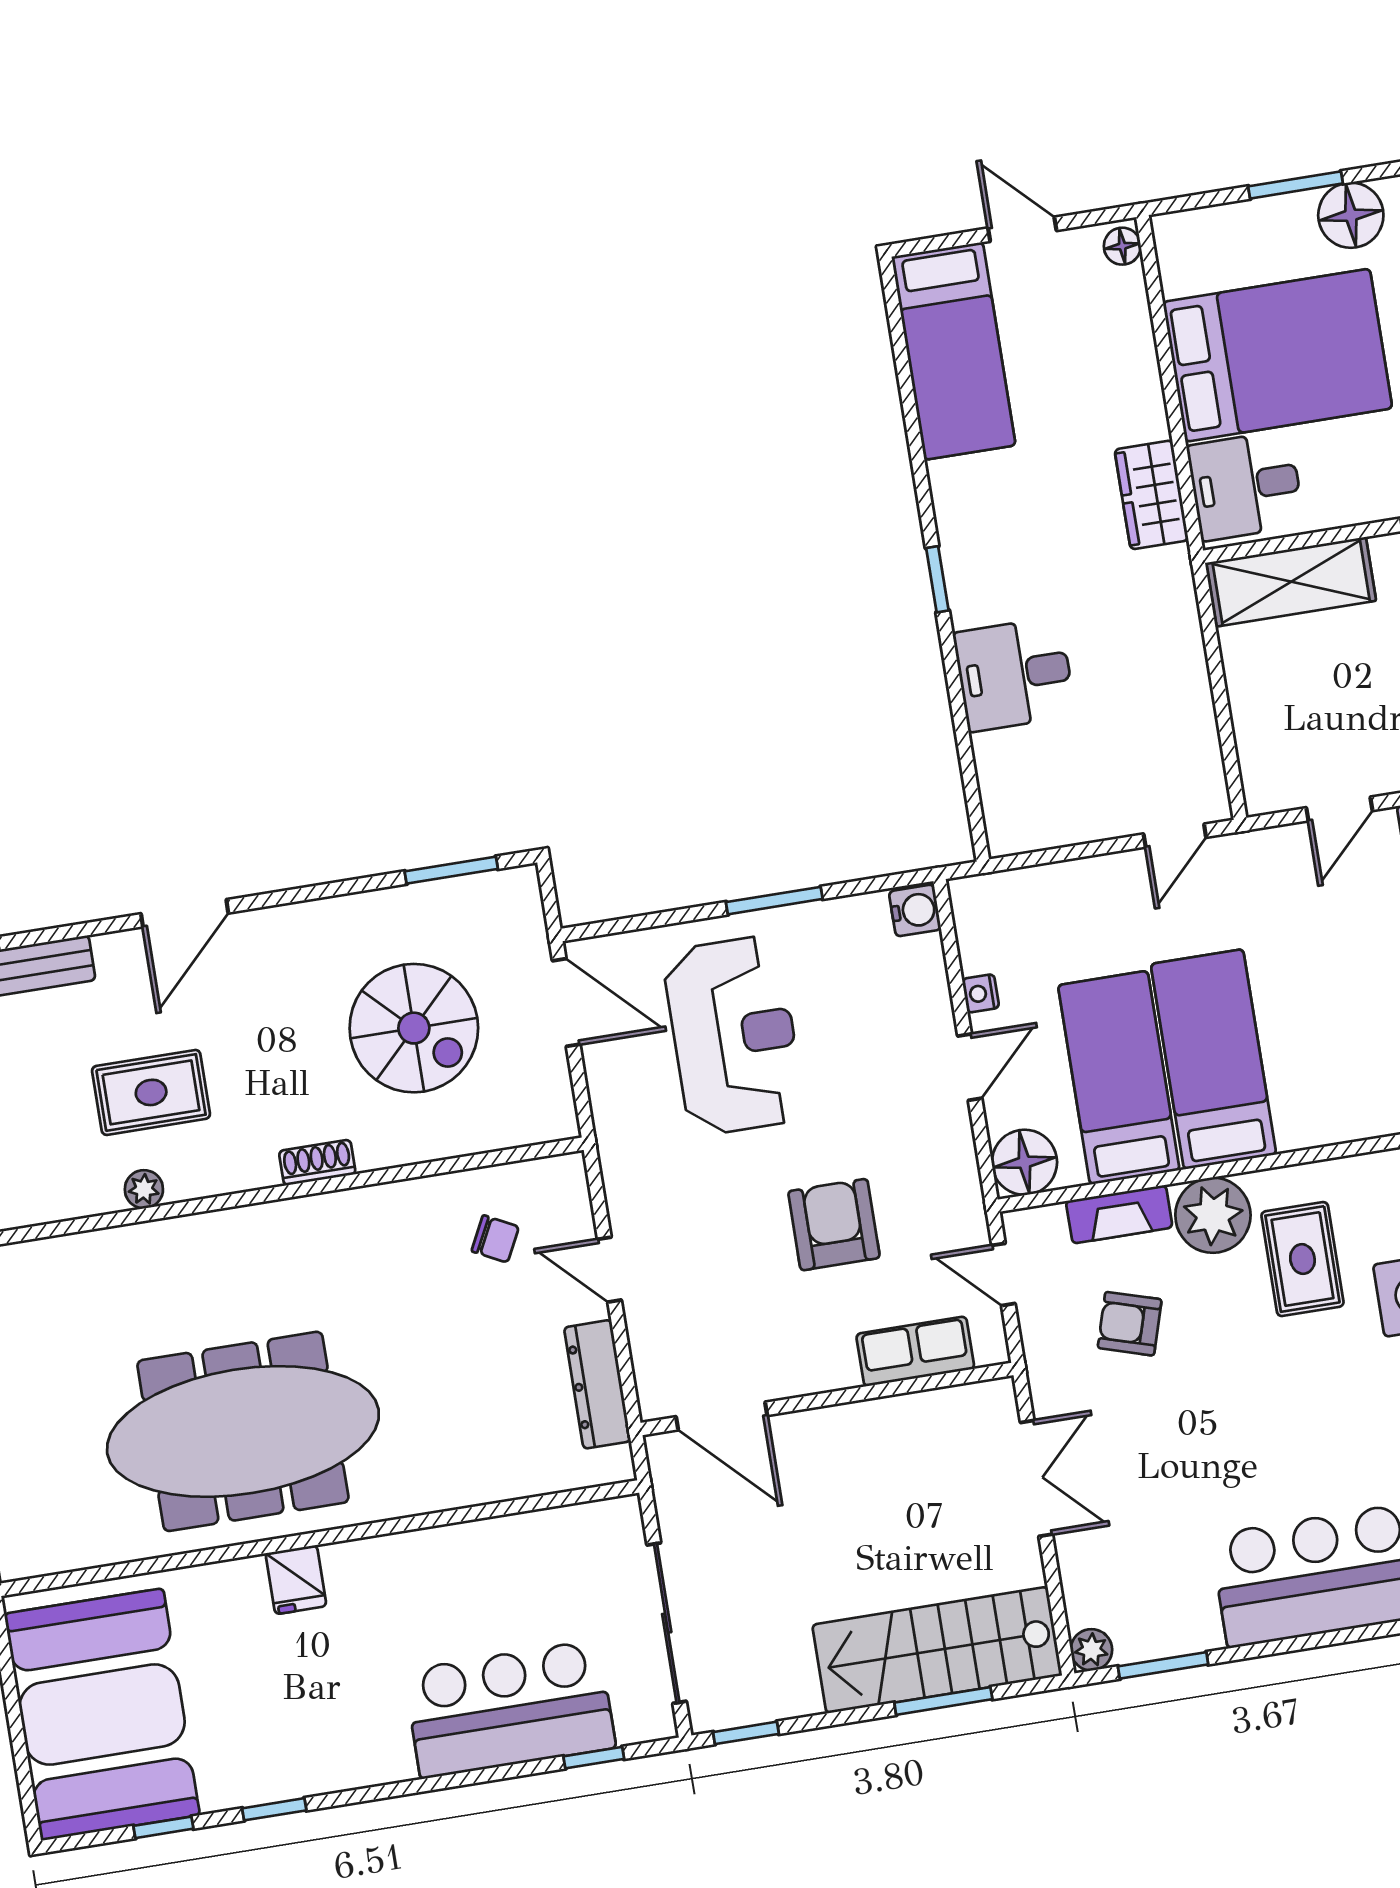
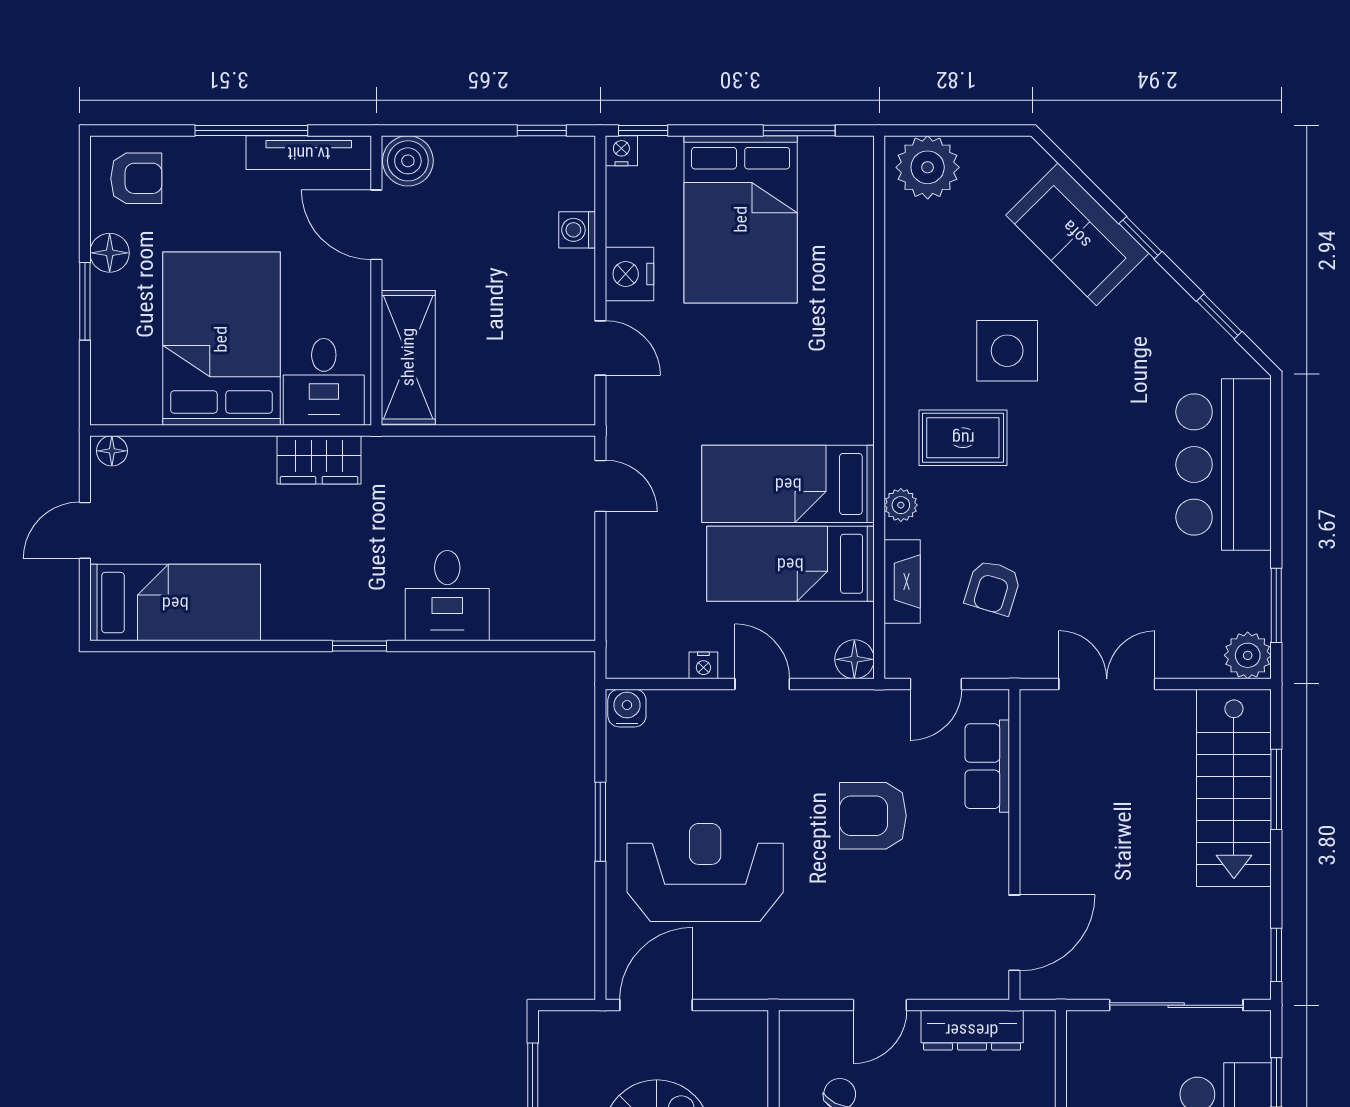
floor lamp: (1351, 215) -> (110, 253), width x0.73, depth x0.73
floor lamp: (1024, 1162) -> (854, 659), width x0.73, depth x0.73
plant: (1213, 1215) -> (901, 505), width x0.53, depth x0.53
plant: (1091, 1650) -> (1248, 655), width x1.38, depth x1.38

